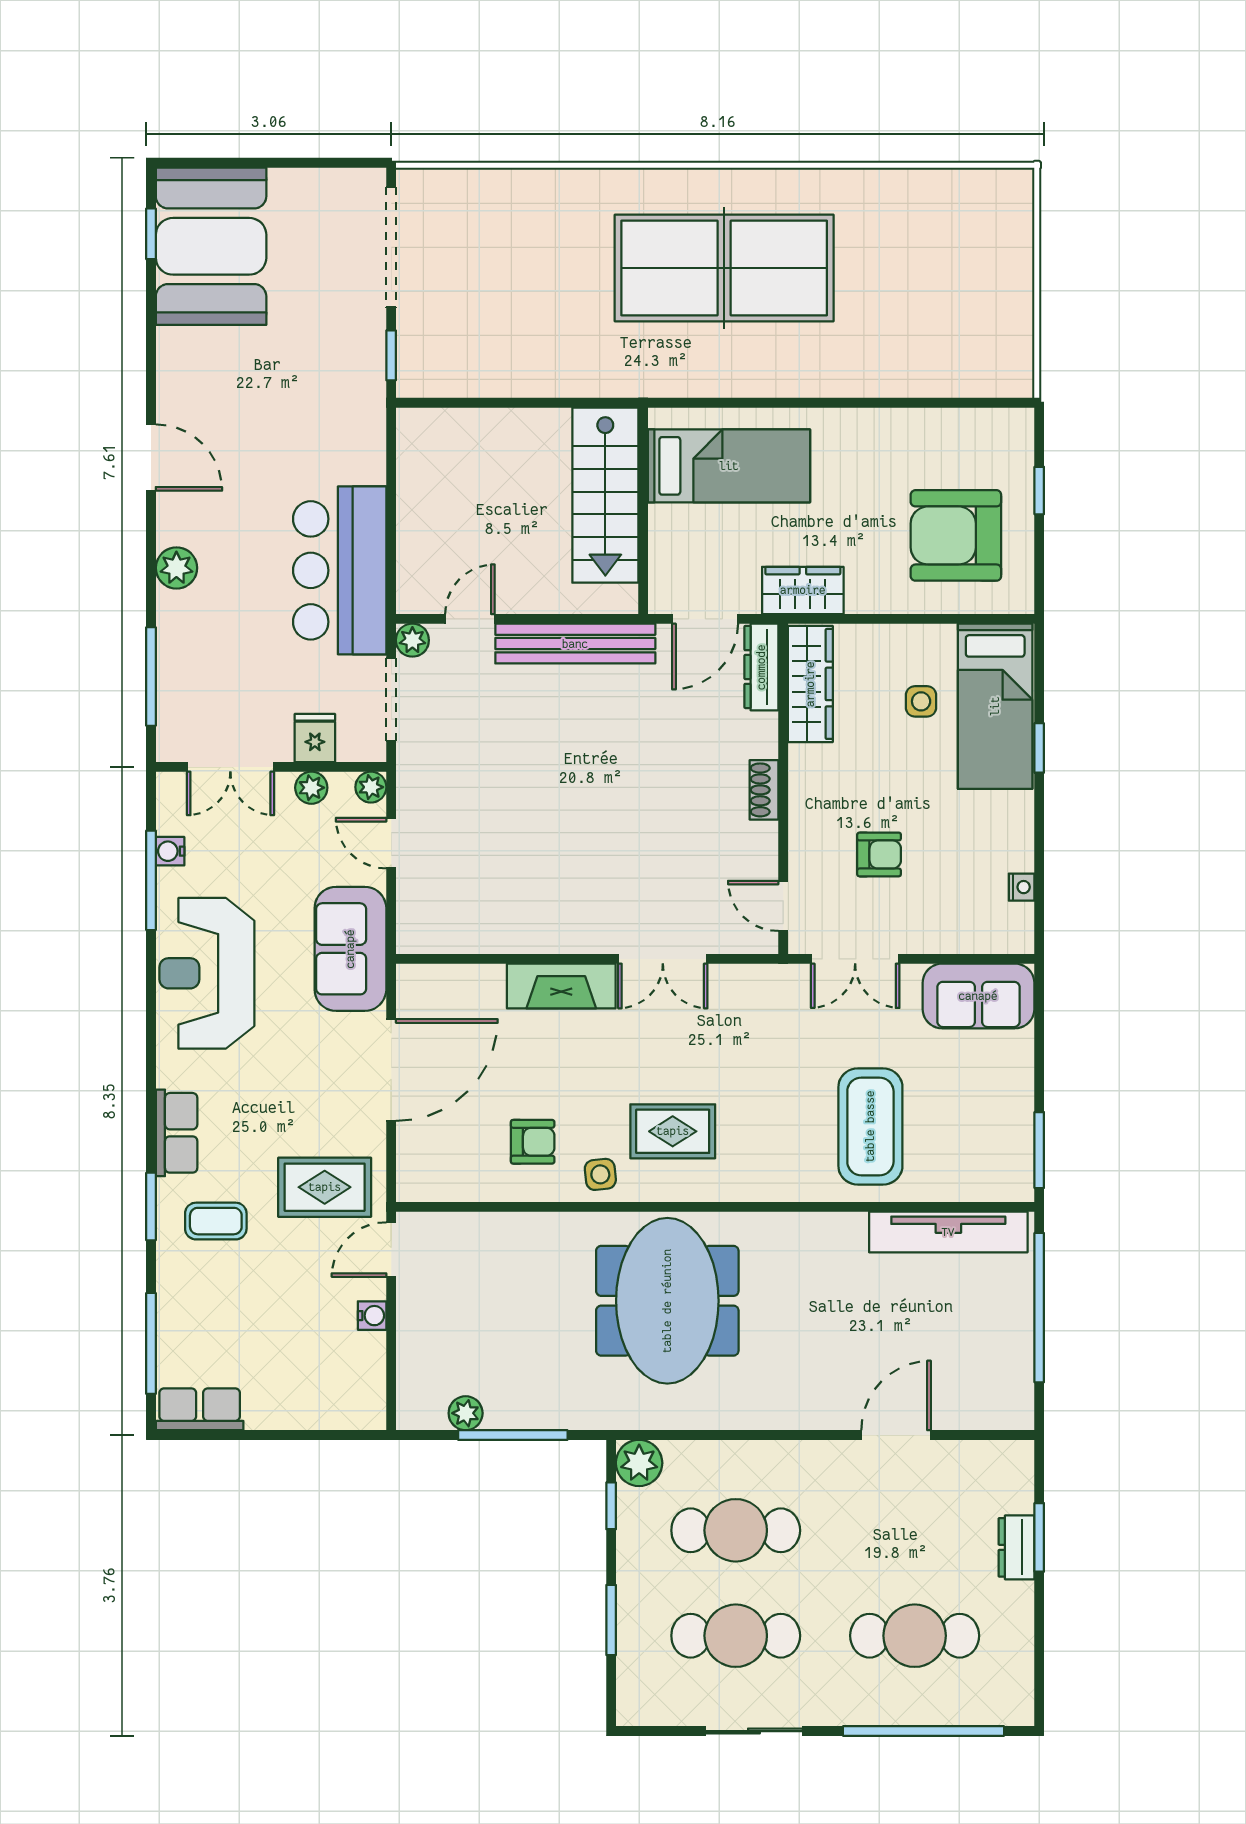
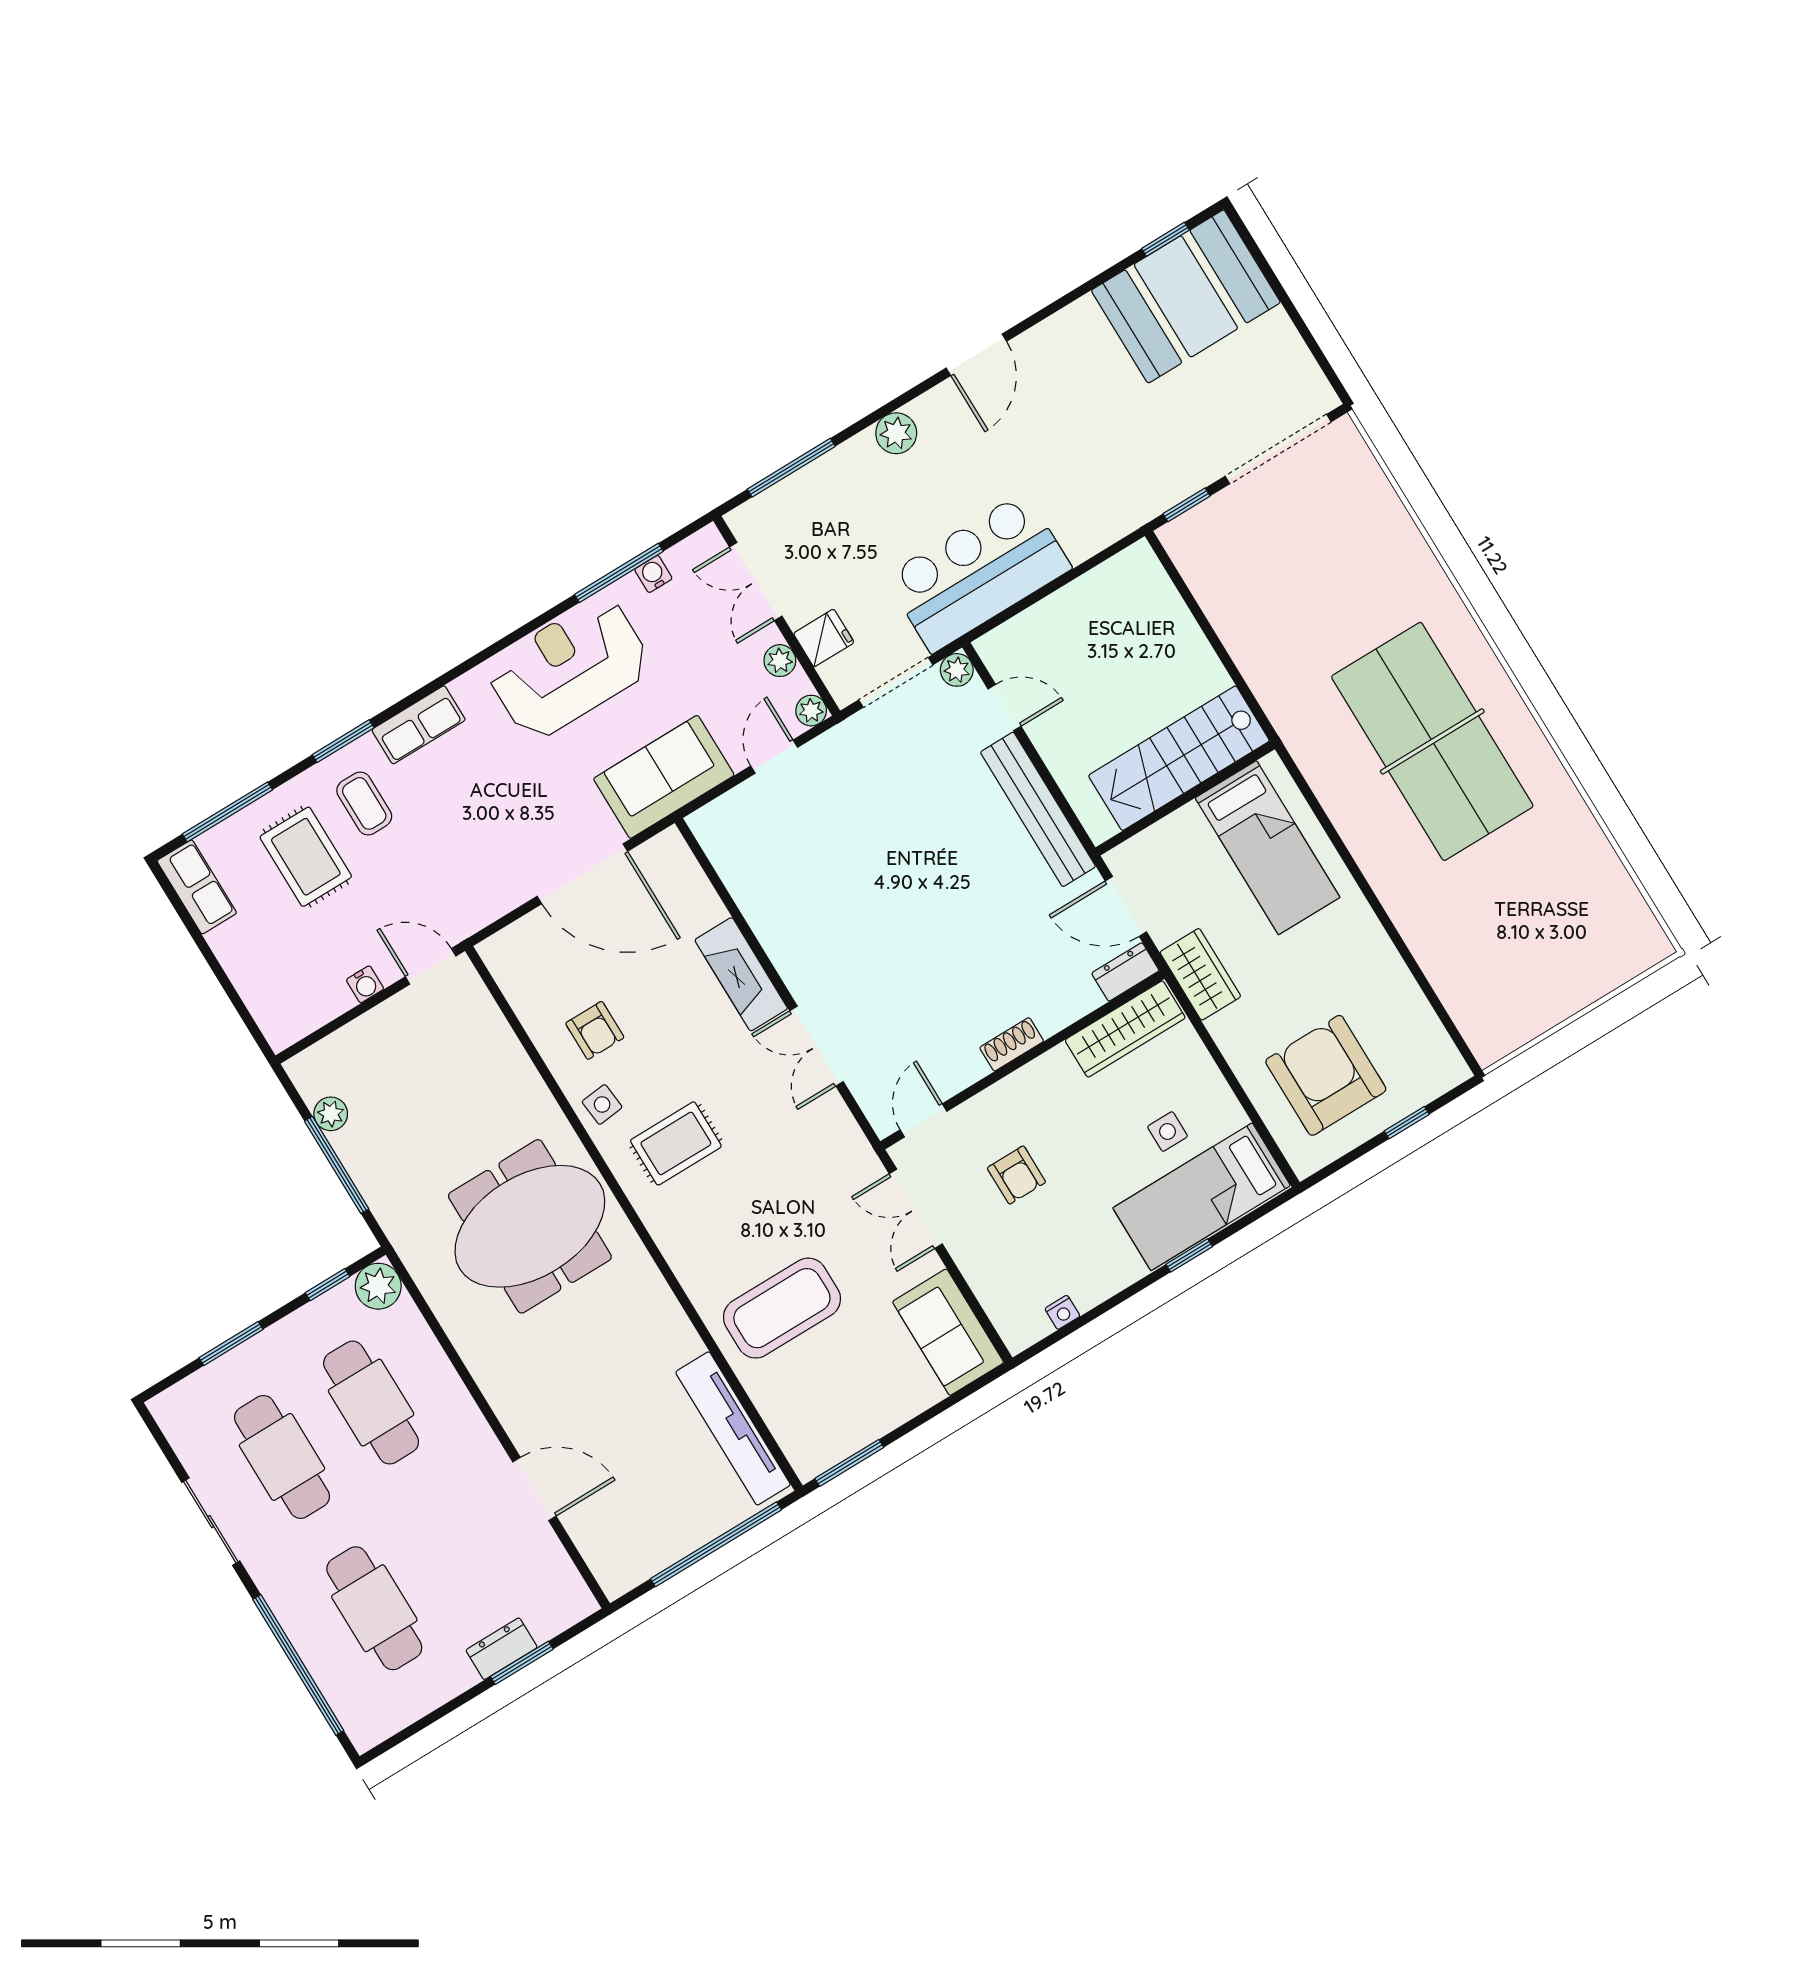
dresser: (761, 667) -> (1125, 972), width x0.70
rug: (673, 1131) -> (676, 1143), turned 90
rug: (325, 1187) -> (306, 857), moved

